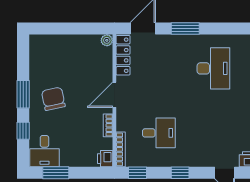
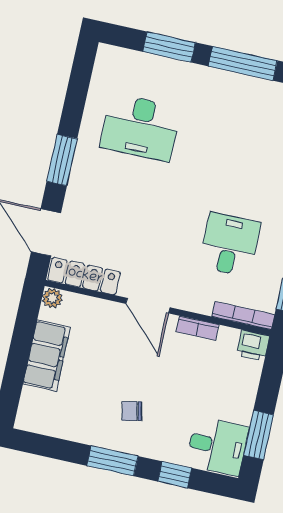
filing cabinet: (74, 44) -> (47, 356), added
desk: (213, 68) -> (140, 127), turned 180
chair: (53, 99) -> (132, 411), width x0.54, depth x0.54

